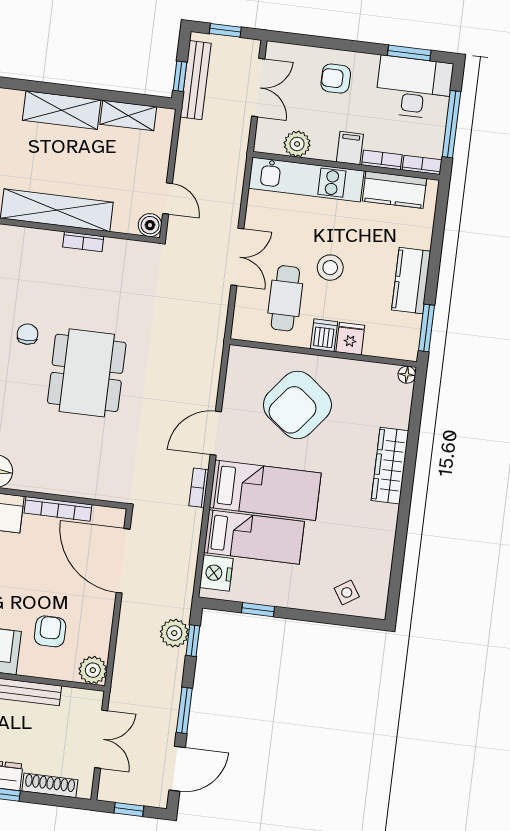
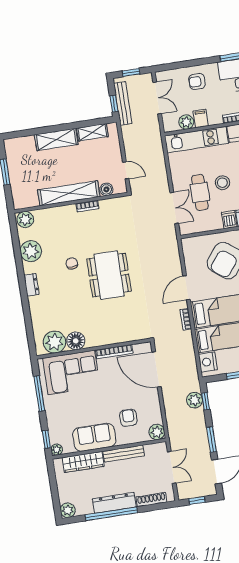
filing cabinet: (350, 148) -> (201, 118), moved
boiler: (150, 225) -> (106, 189), moved
double door: (237, 257) -> (174, 208), moved
cafe table: (285, 298) -> (200, 192), moved

